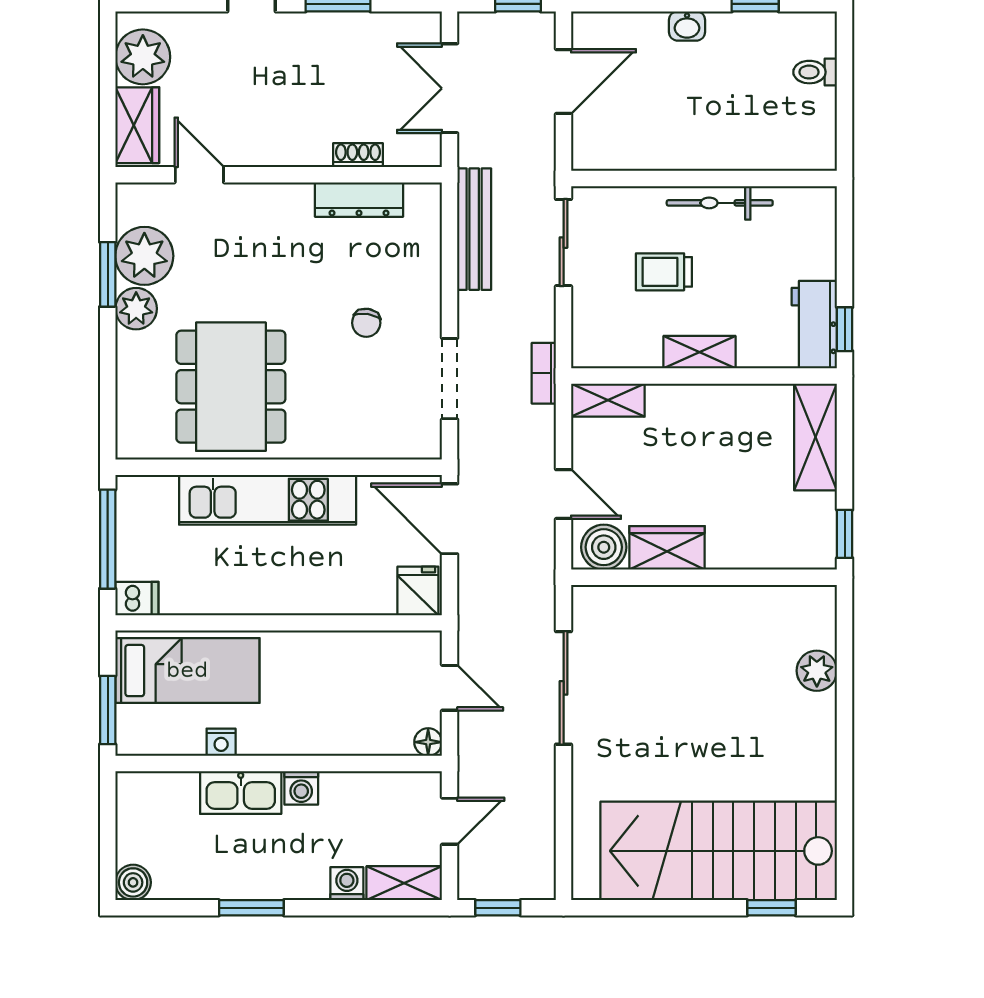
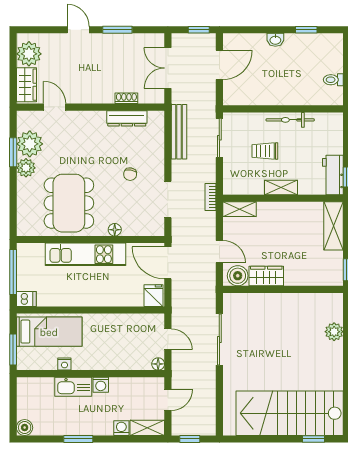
toilet: (815, 72) -> (333, 80), moved
floor lamp: (332, 445) -> (115, 230), added

